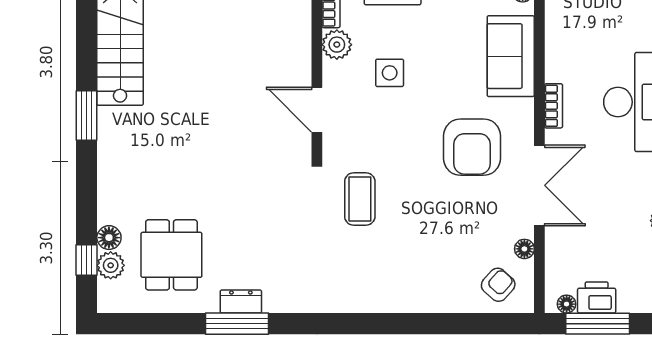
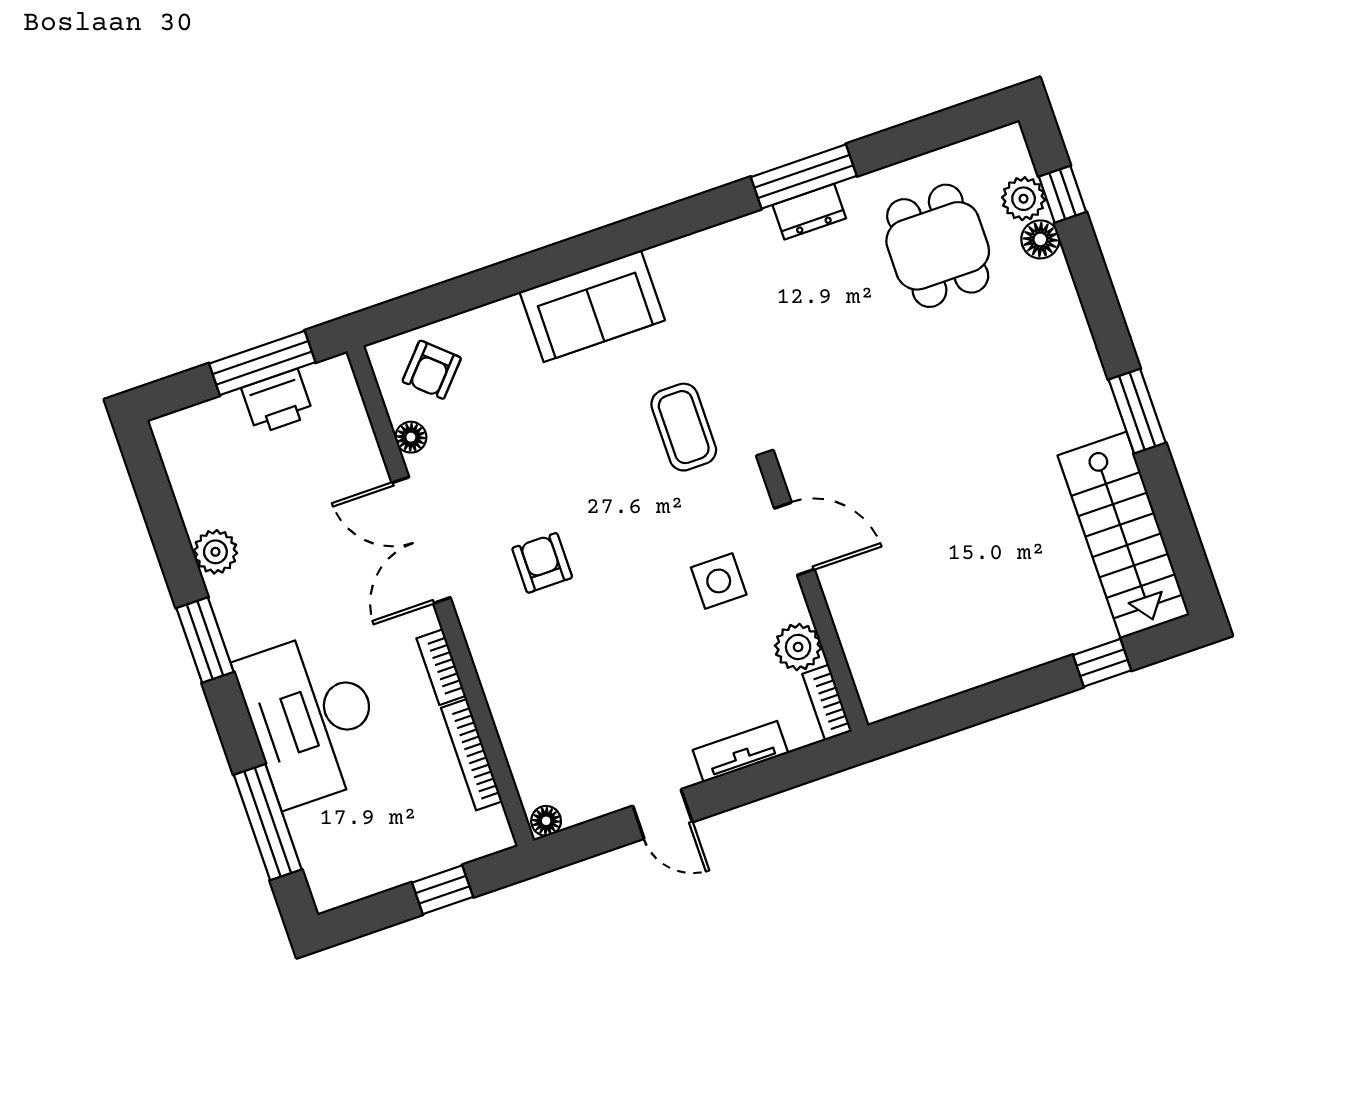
bookcase: (553, 47) -> (472, 755), added
sofa: (511, 56) -> (592, 306), moved, turned 90
side table: (390, 73) -> (719, 581), moved
armchair: (472, 147) -> (542, 563), width x0.53, depth x0.53
floor lamp: (567, 304) -> (319, 376), removed

